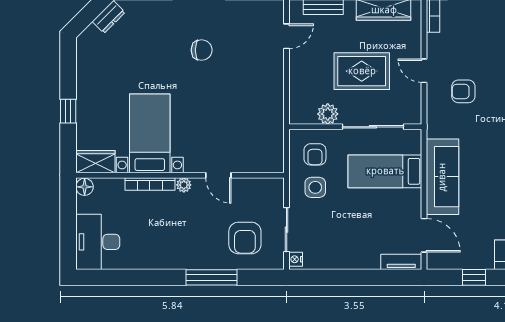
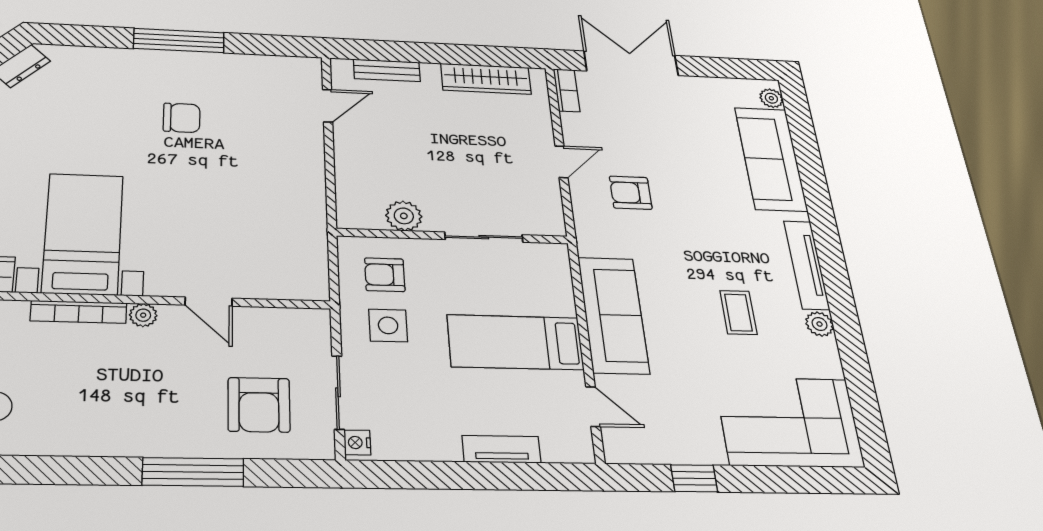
rug: (362, 71) -> (457, 158), removed
door: (424, 71) -> (561, 162), swing flipped
sliding door: (373, 127) -> (484, 237), width x0.73
armchair: (315, 154) -> (385, 275), turned 90
bed: (385, 171) -> (515, 342), moved
door: (424, 235) -> (593, 407), width x0.73
tv unit: (401, 262) -> (501, 449), moved

